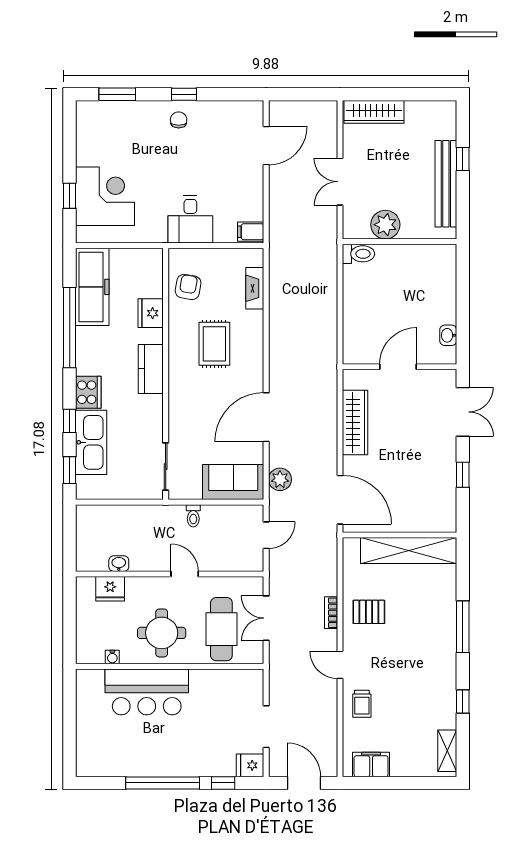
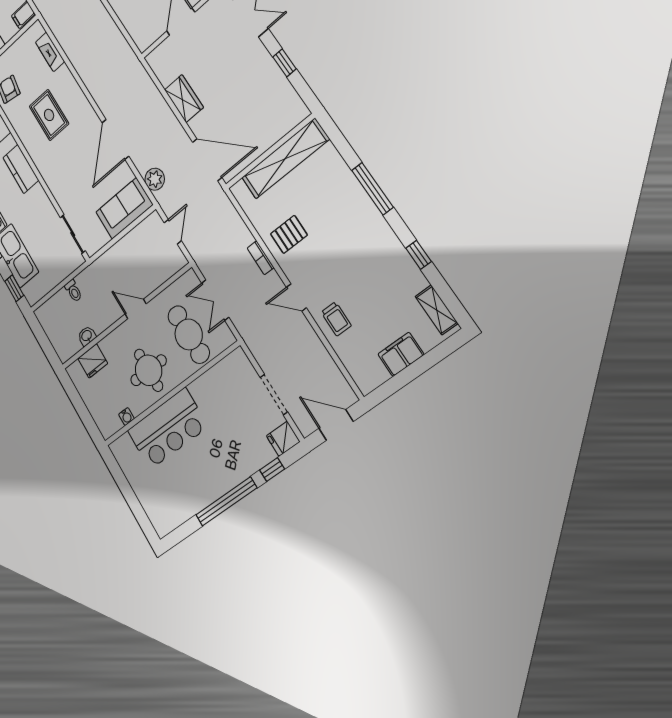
wardrobe: (355, 422) -> (184, 99), width x0.67
toilet: (193, 516) -> (73, 291), moved
filing cabinet: (371, 765) -> (401, 354), moved

